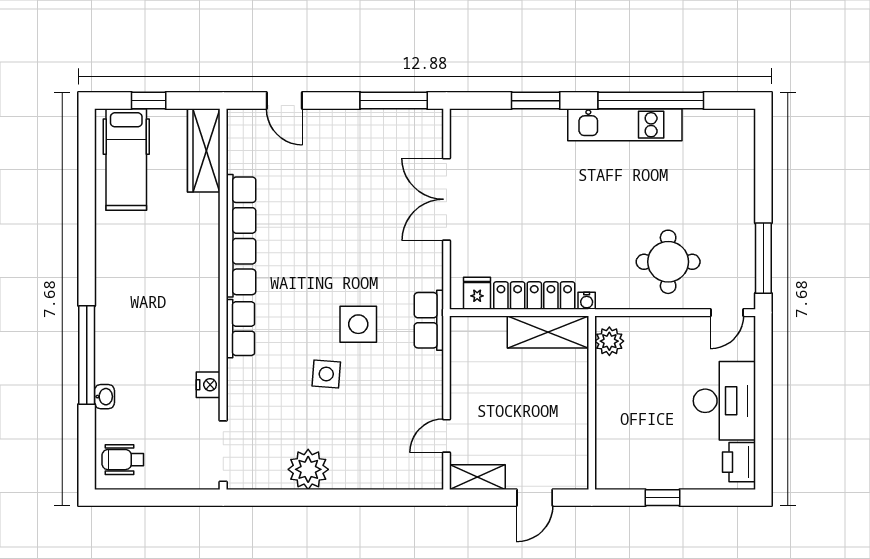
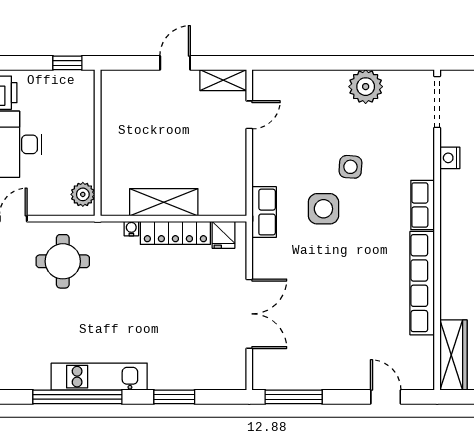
plant: (609, 341) -> (83, 194), moved
wall: (592, 403) -> (98, 143), moved

